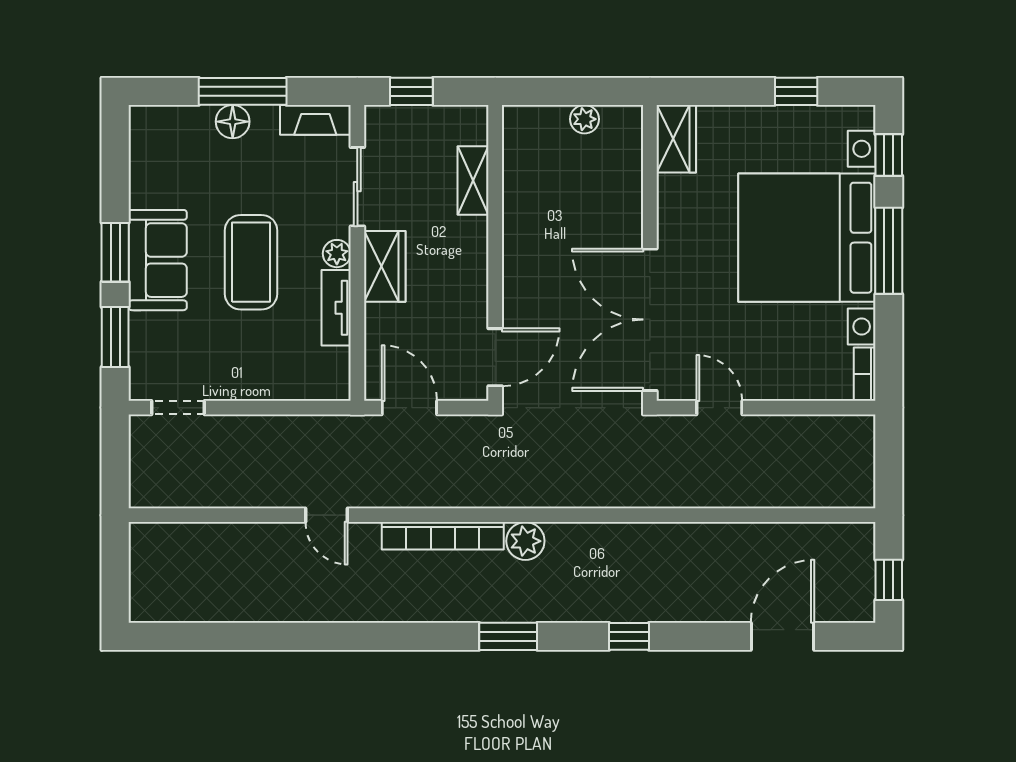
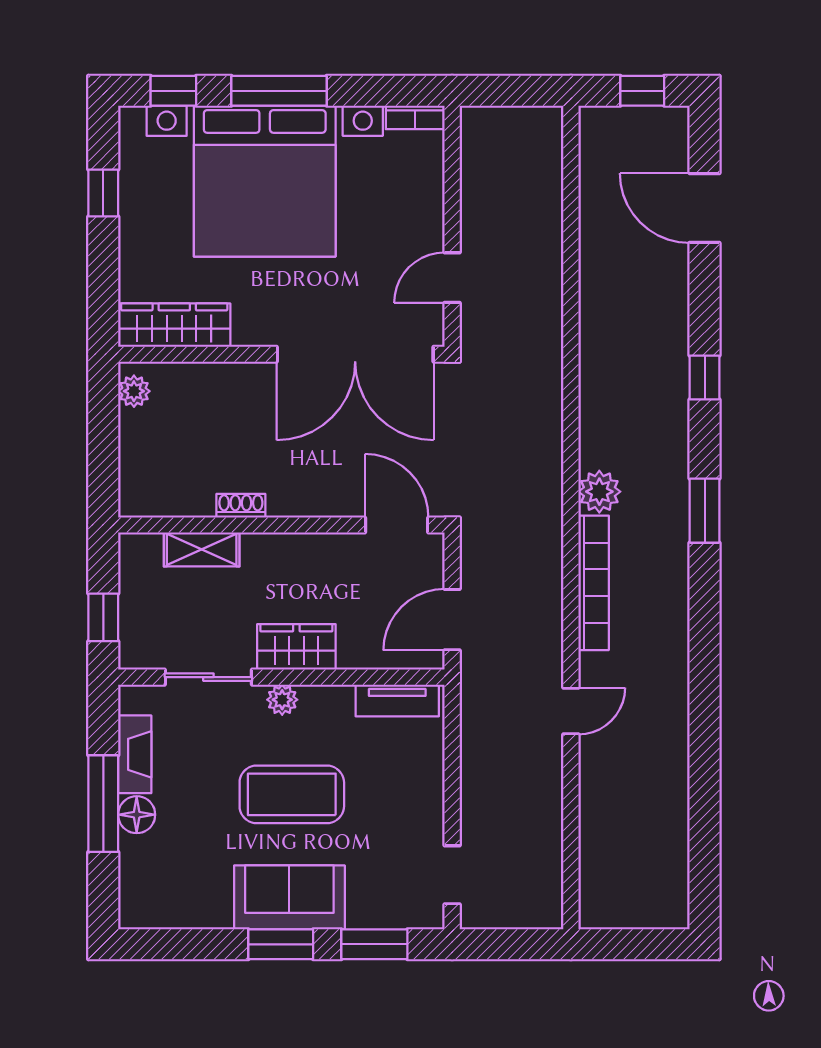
plant: (584, 119) -> (134, 391), moved
fireplace: (315, 120) -> (135, 754), moved
wardrobe: (676, 139) -> (174, 325), width x1.50
shoe rack: (513, 216) -> (241, 506), added
tv unit: (336, 308) -> (397, 700), moved

